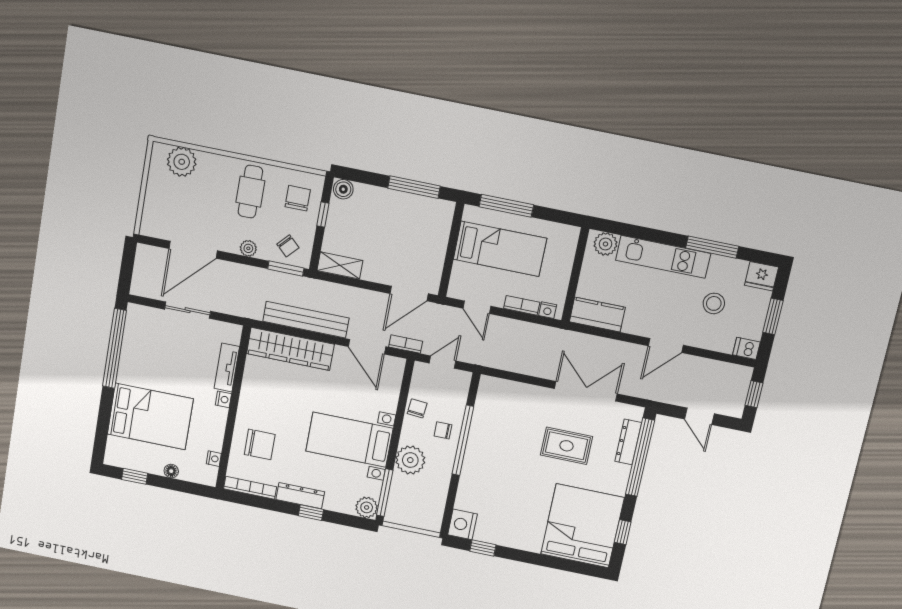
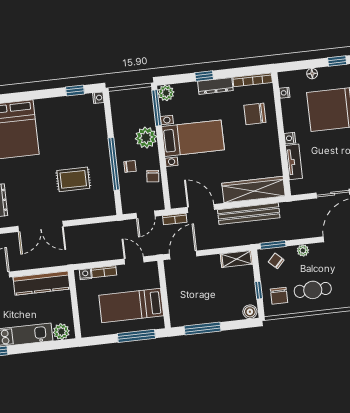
cafe table: (250, 192) -> (313, 290), turned 90
kitchen counter: (597, 314) -> (42, 283), width x1.50
rug: (566, 446) -> (73, 179), moved
nightstand: (462, 524) -> (98, 98), width x0.53, depth x0.56

